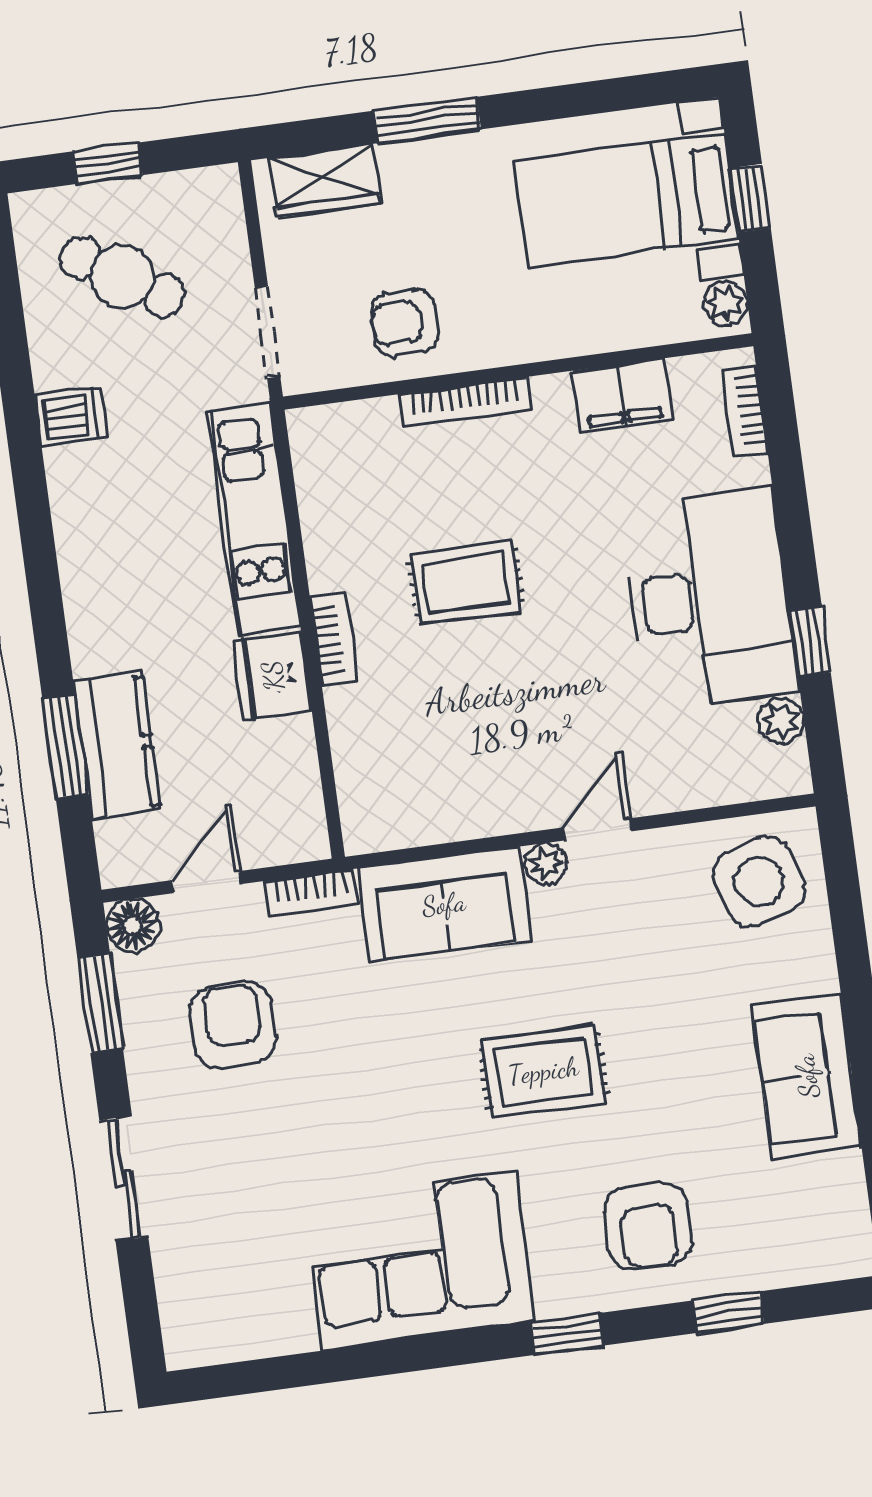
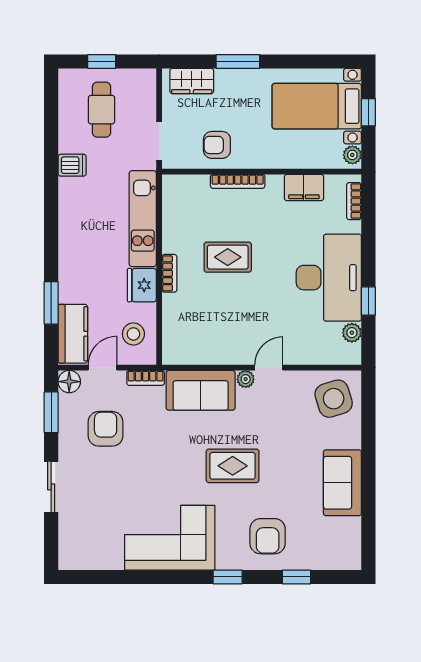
cafe table: (122, 277) -> (101, 110), turned 58
kitchen counter: (117, 745) -> (73, 334), moved
stool: (268, 793) -> (133, 334), added

